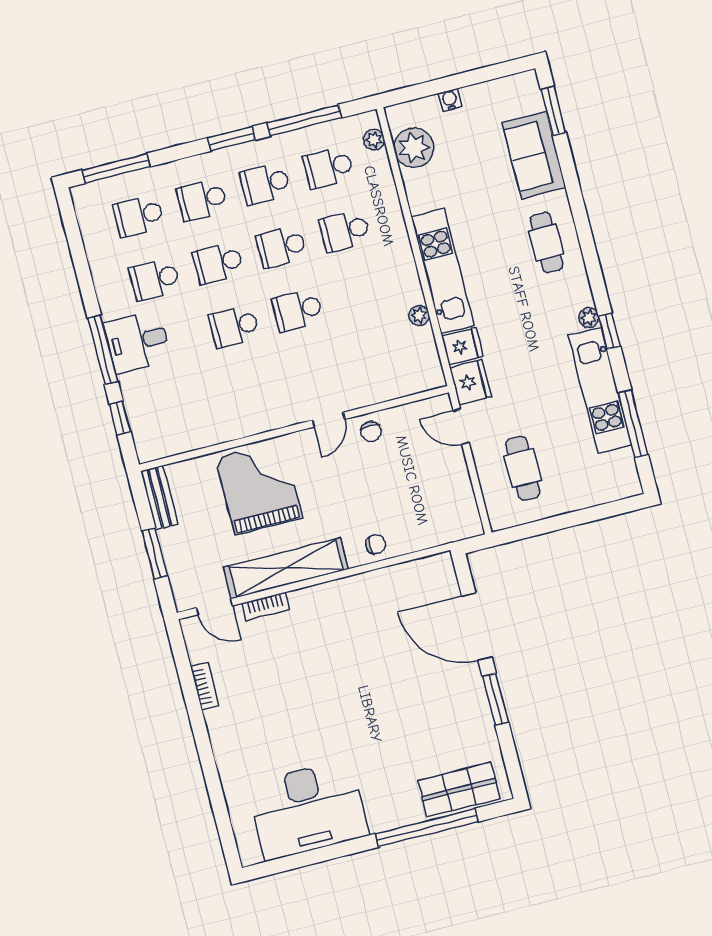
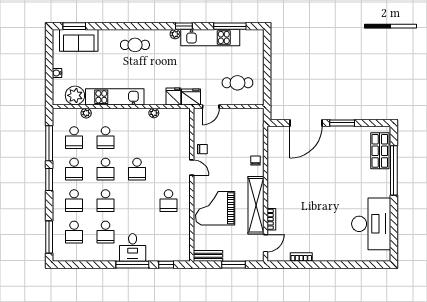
plant: (374, 139) -> (86, 113), moved
sofa: (534, 155) -> (79, 40), moved
kitchen unit: (443, 271) -> (115, 97), moved
school desk: (234, 326) -> (169, 201), moved

